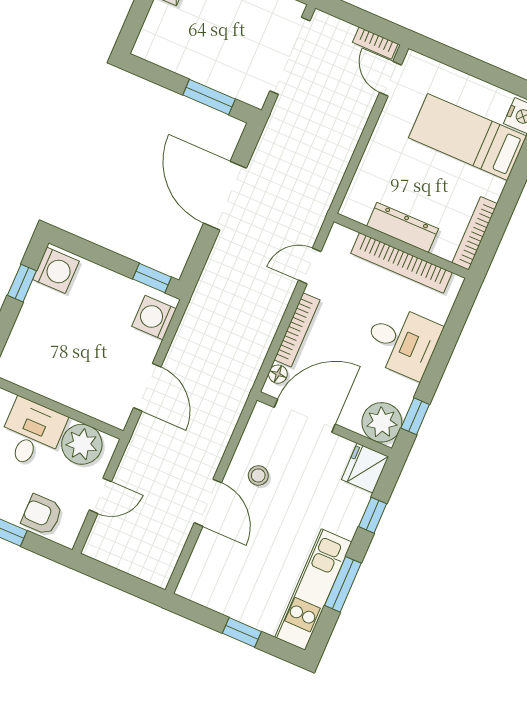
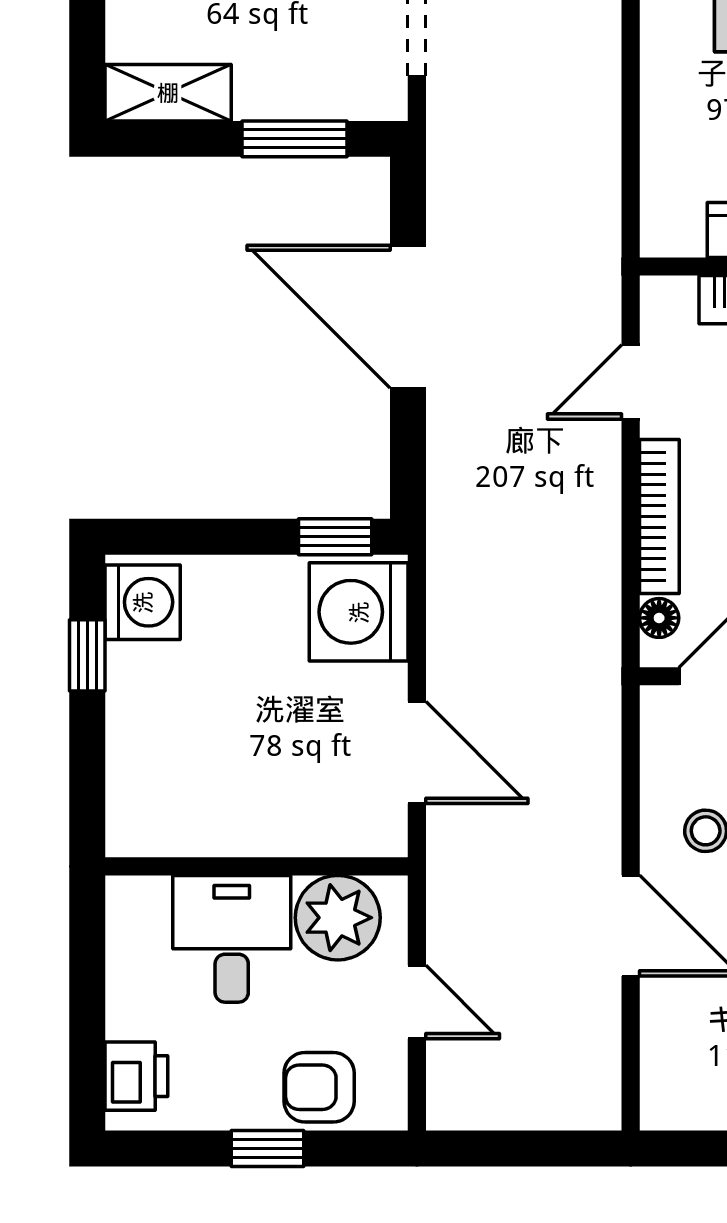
shelving: (163, 53) -> (168, 93), added
washing machine: (154, 318) -> (359, 612), width x1.37, depth x1.37
door: (100, 496) -> (417, 1002), hinge flipped

